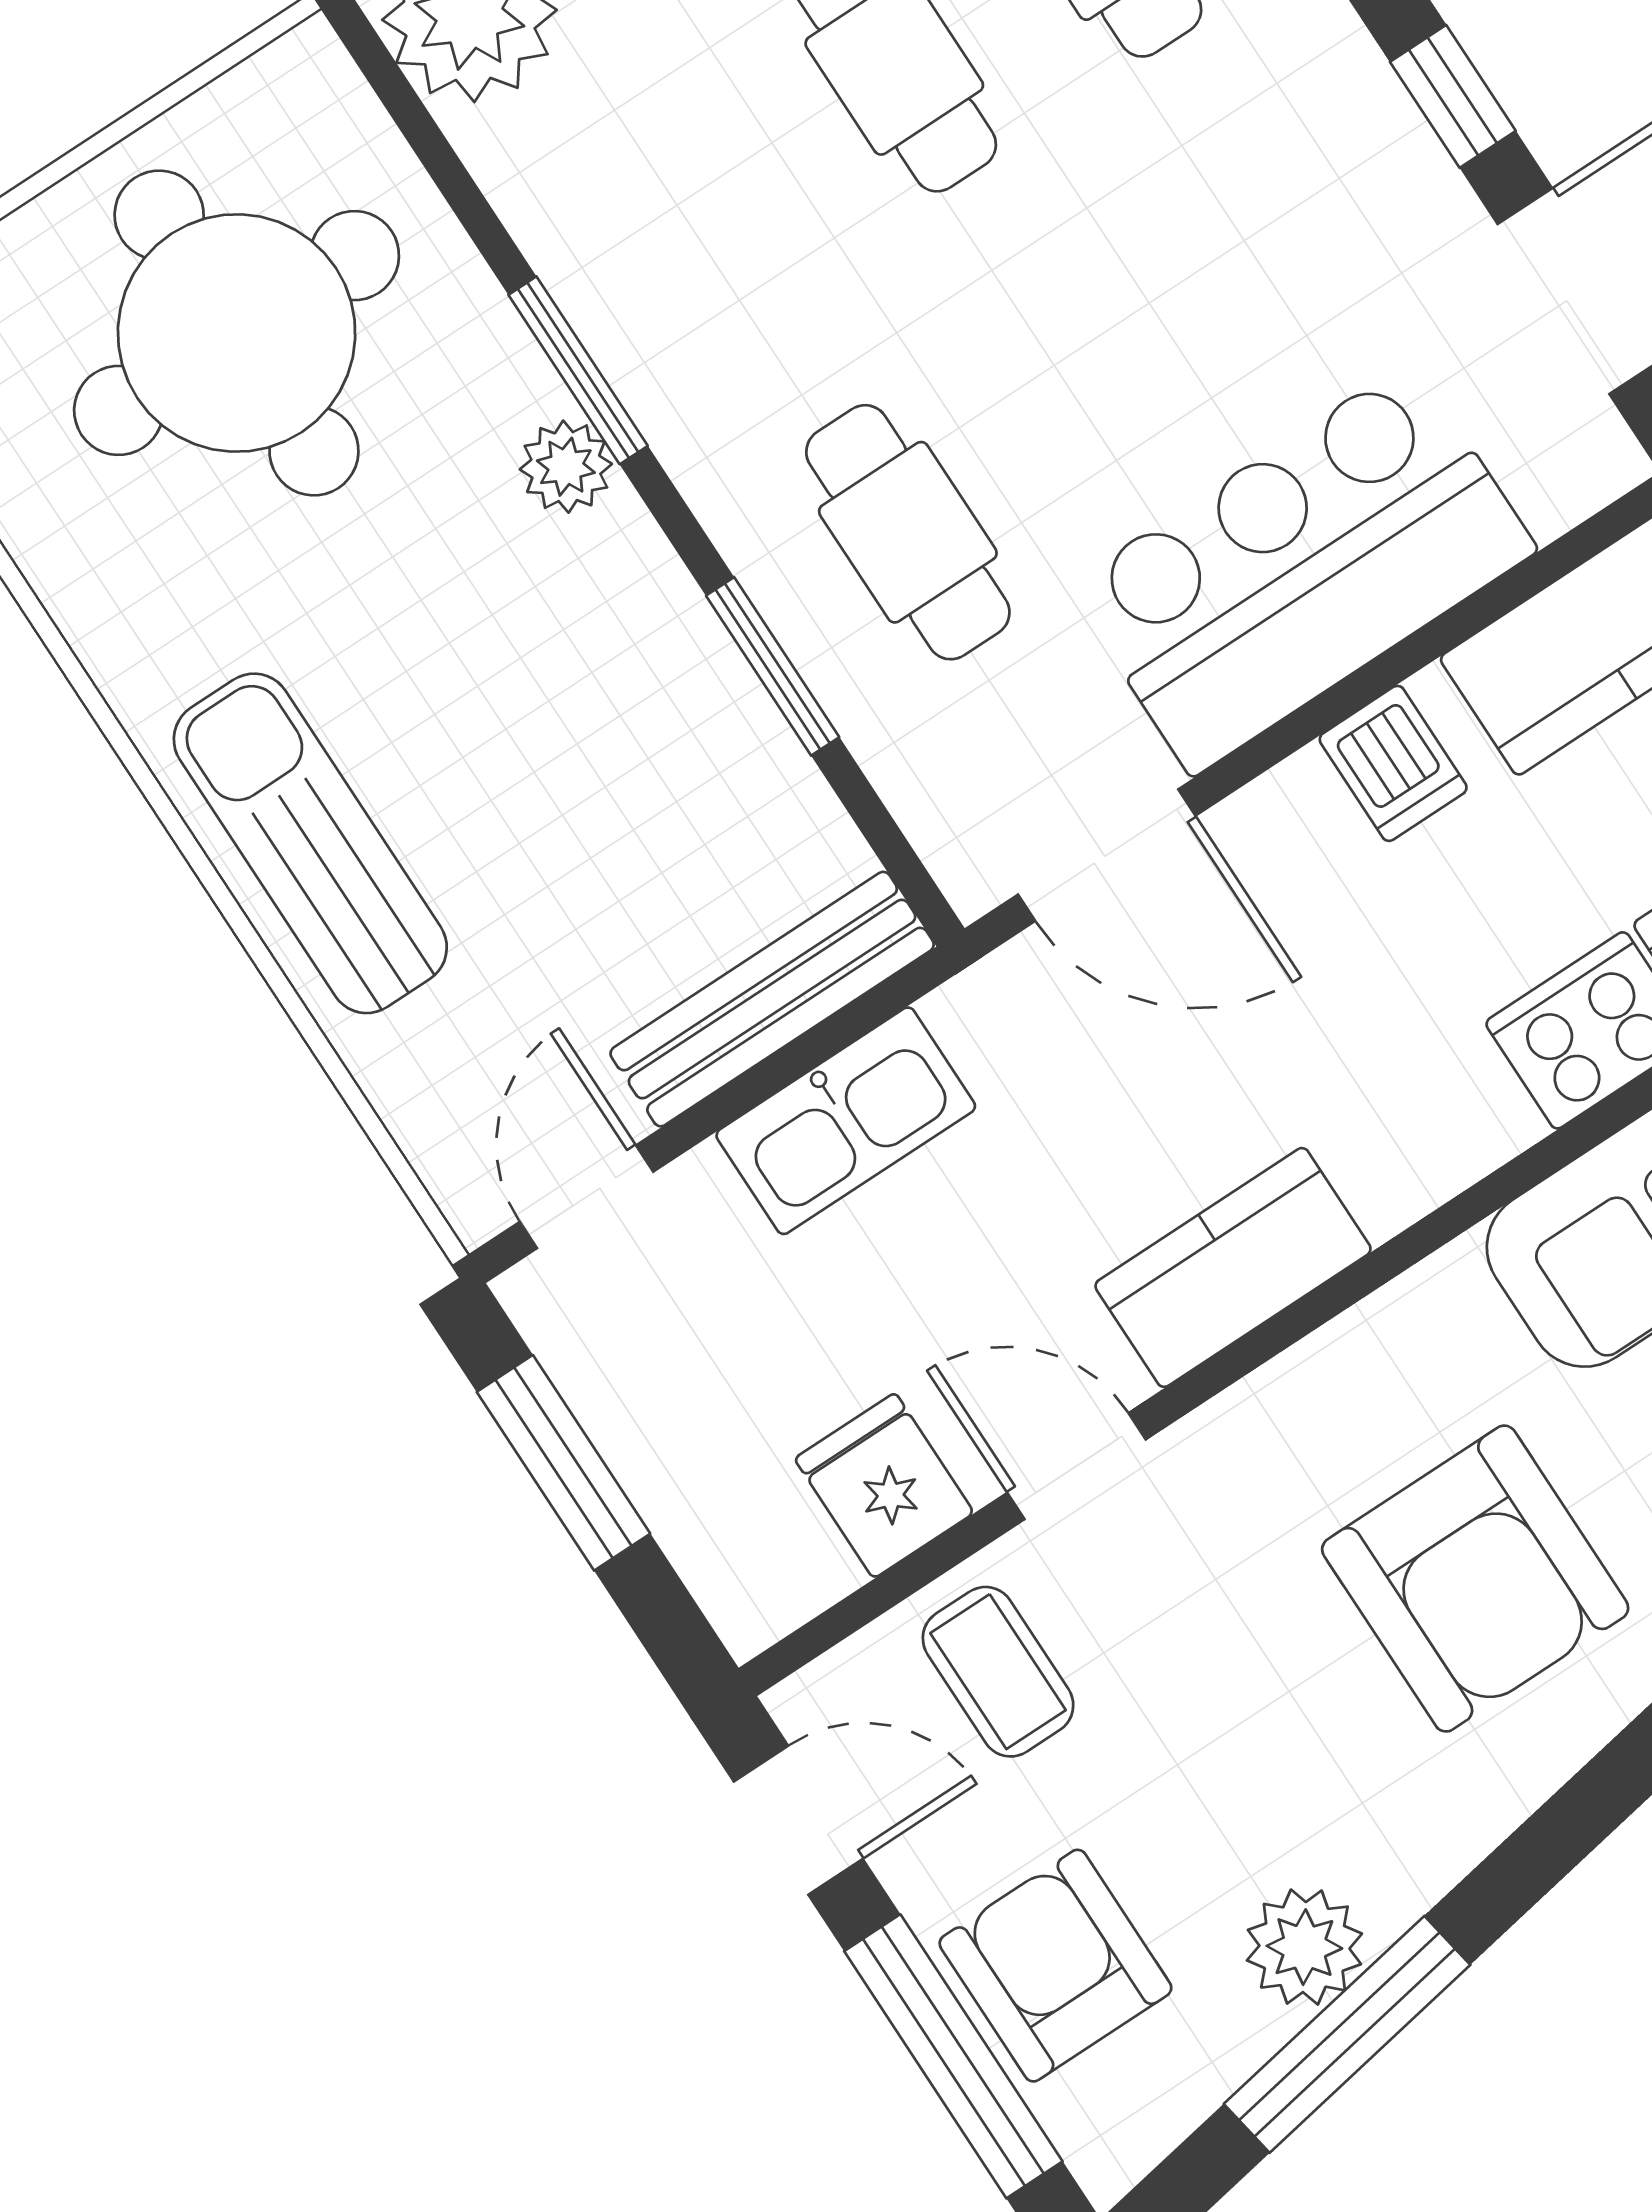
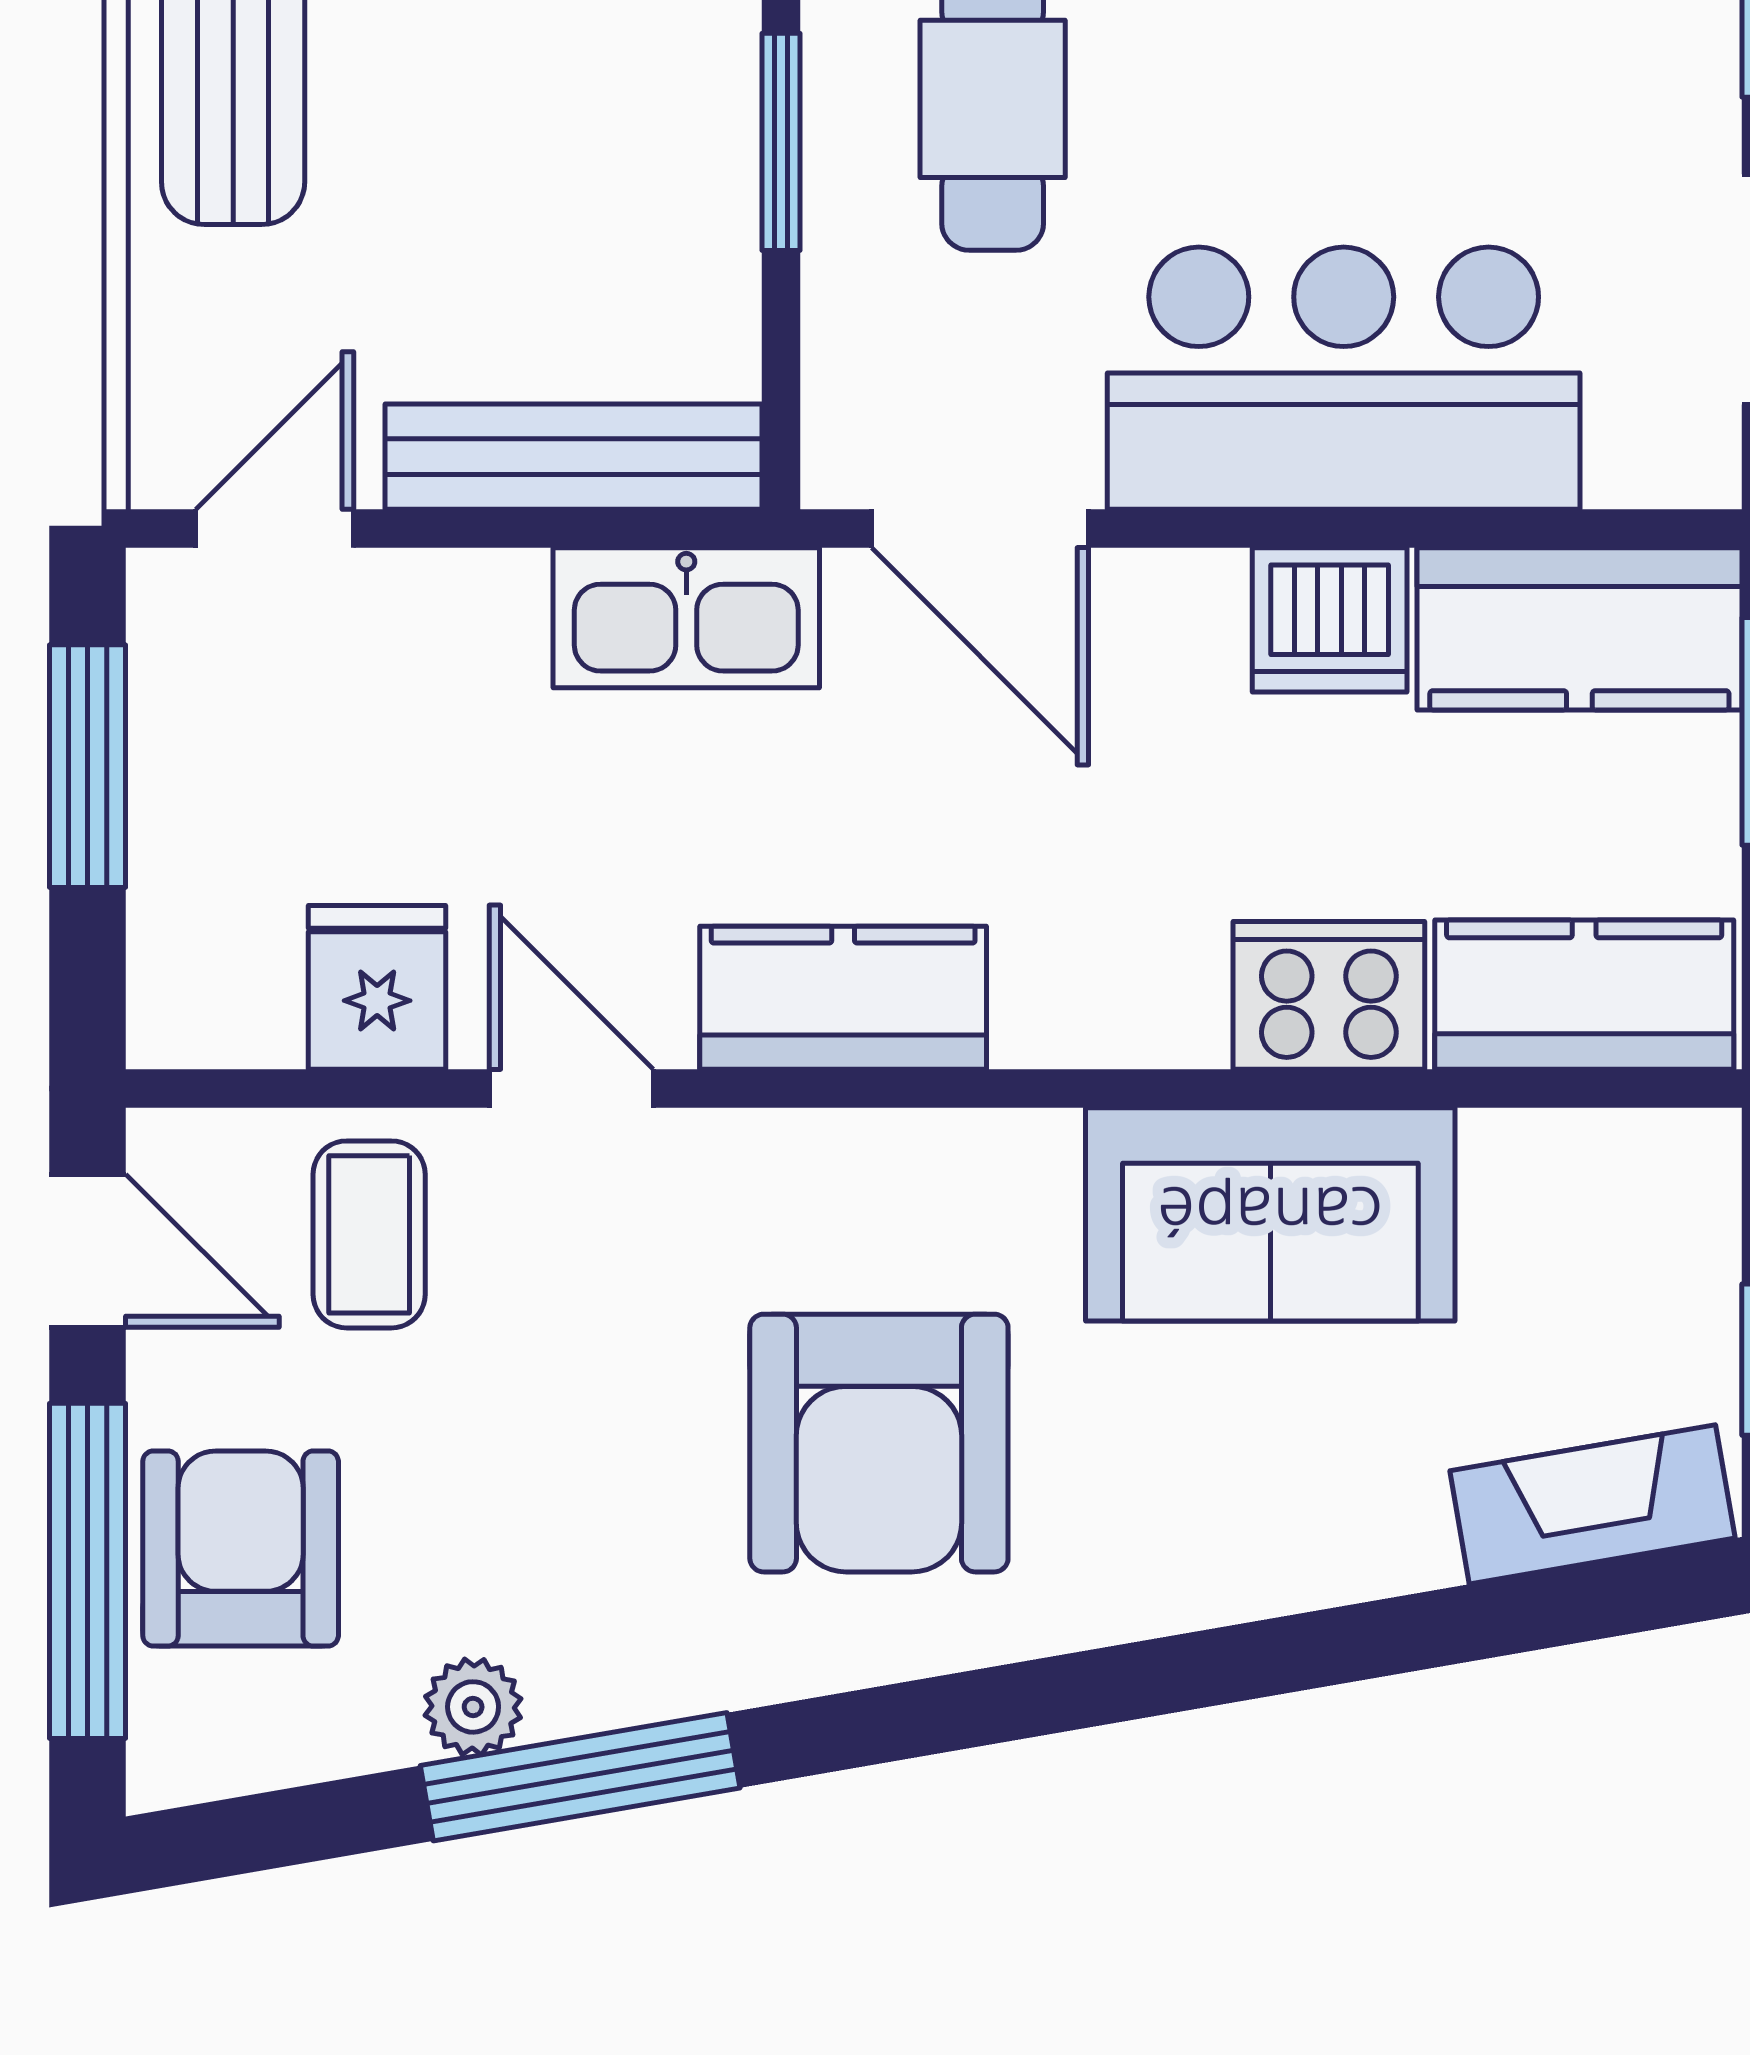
dishwasher: (1393, 763) -> (1330, 620), width x1.38
kitchen sink: (846, 1121) -> (686, 618), moved
plant: (1304, 1947) -> (473, 1707), width x0.73, depth x0.73
window: (1347, 2034) -> (580, 1777), moved

